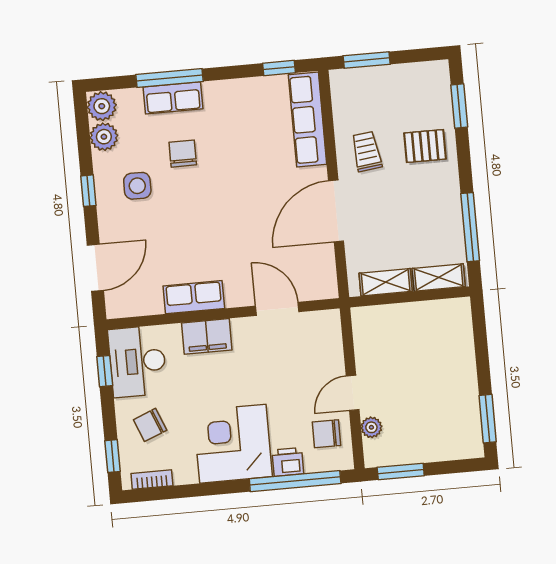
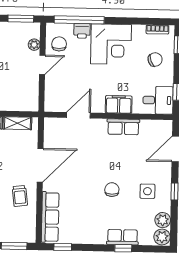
window: (169, 78) -> (123, 248), width x0.46
chair: (183, 154) -> (112, 190), moved, turned 180
door: (277, 309) -> (78, 115), swing flipped
desk: (137, 361) -> (158, 100), width x0.73
chair: (326, 434) -> (59, 44), turned -90

